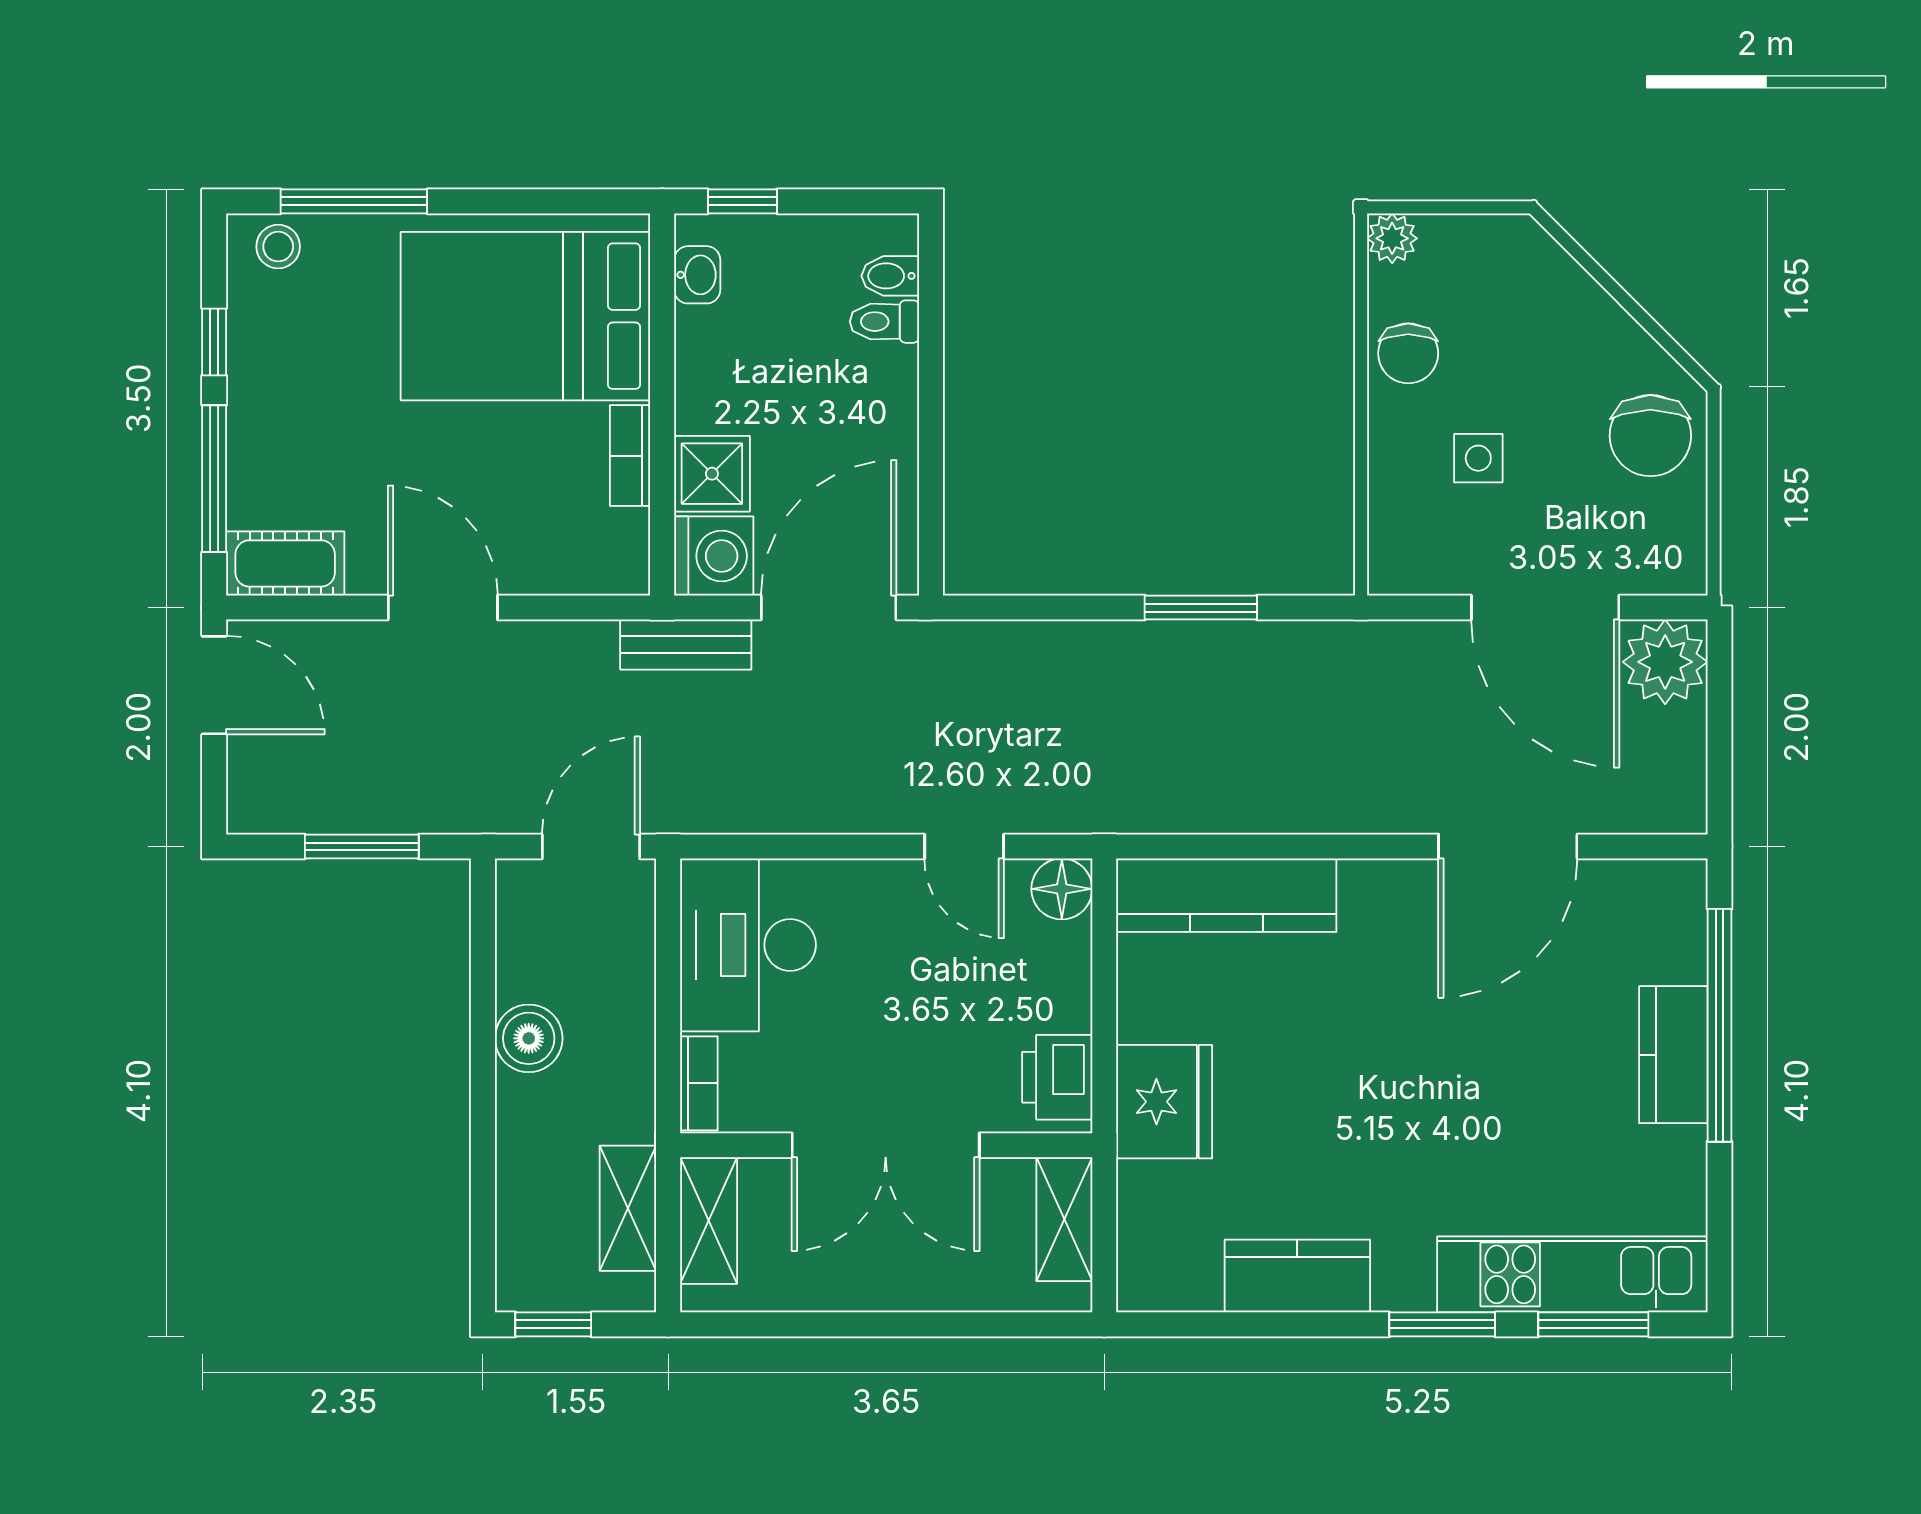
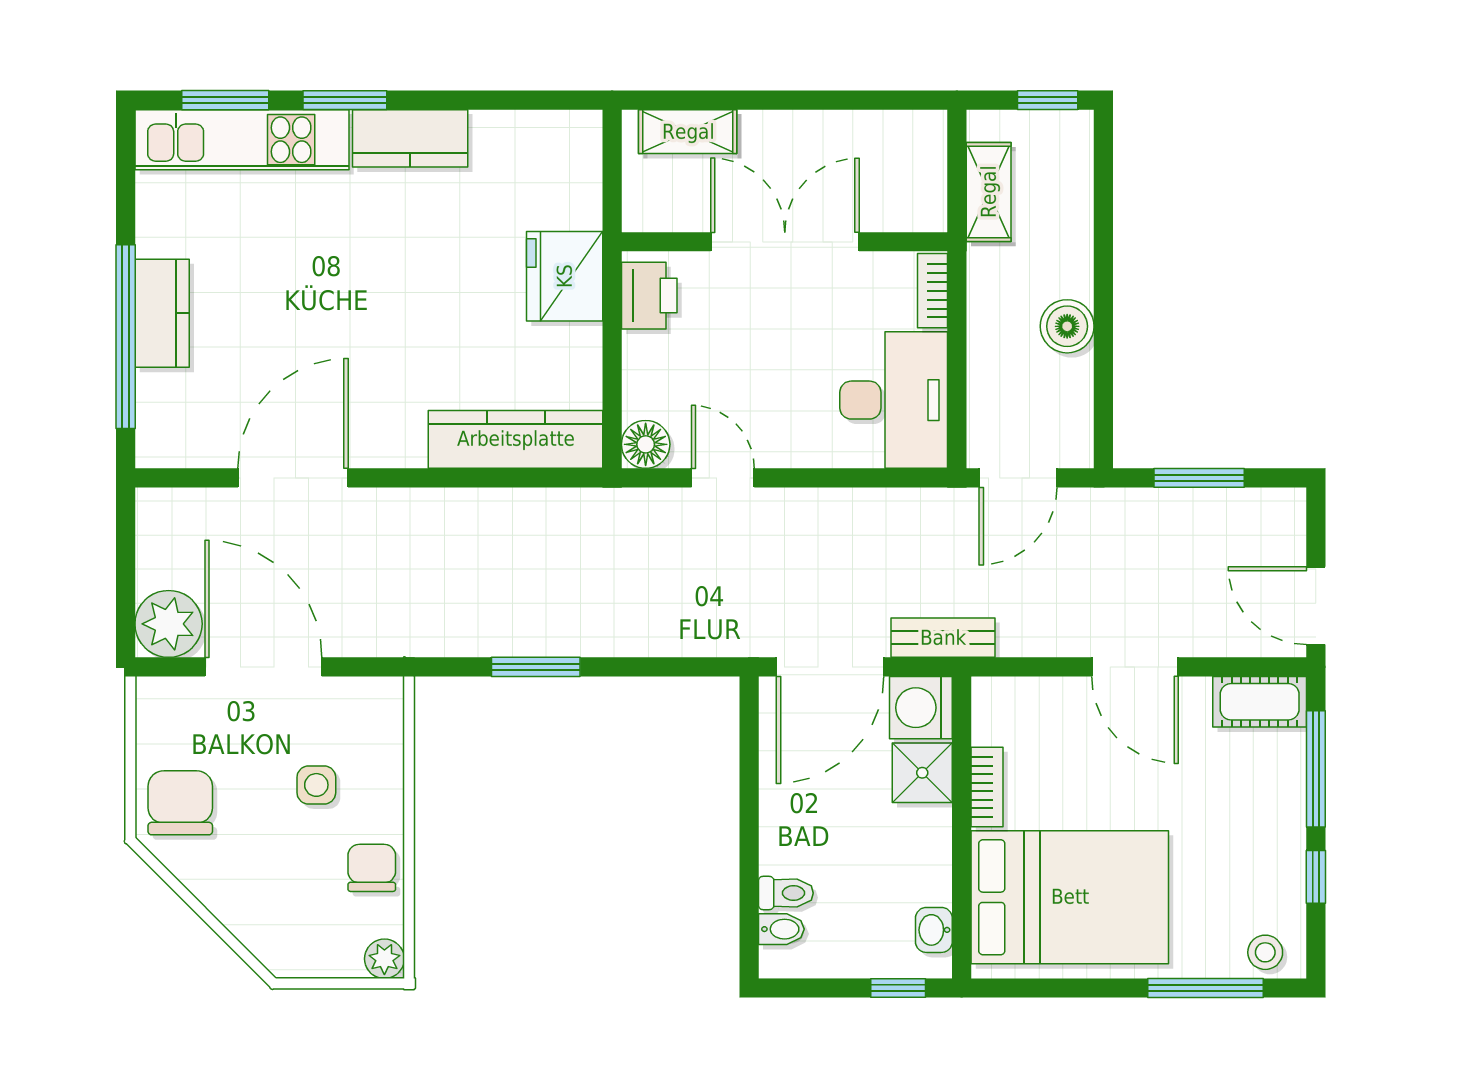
shelving: (1064, 1219) -> (688, 132), moved, turned 90
shelving: (709, 1220) -> (925, 182), removed
kitchen counter: (1297, 1276) -> (410, 138), moved

